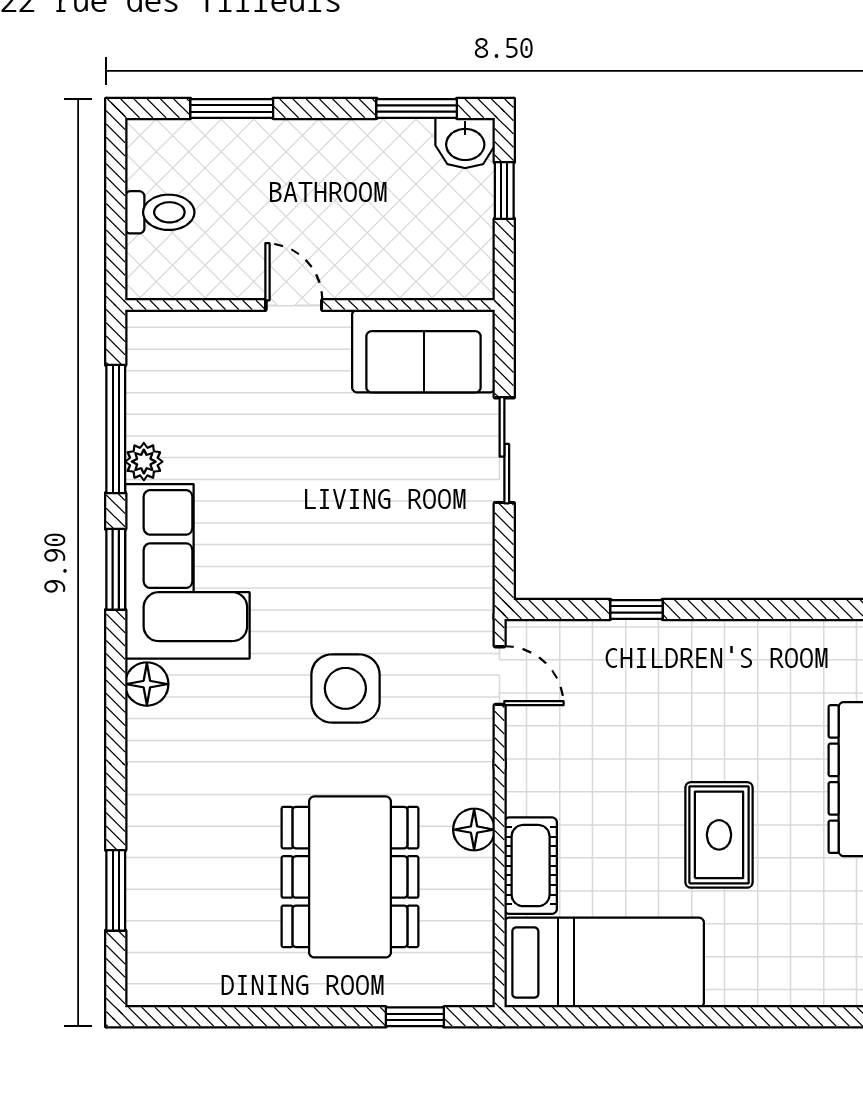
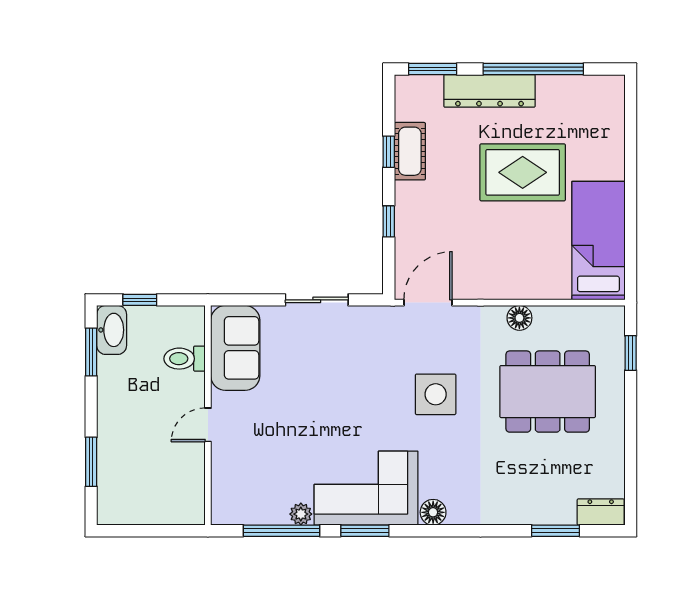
washbasin: (465, 143) -> (112, 330), width x1.38
toilet: (160, 212) -> (185, 359), moved, turned -90
sliding door: (504, 450) -> (317, 300), moved
window: (754, 609) -> (389, 152), added
door: (500, 676) -> (428, 303), width x1.38
rug: (719, 835) -> (523, 172), width x1.36, depth x1.43
cot: (531, 866) -> (410, 151), moved, turned 90
dresser: (147, 966) -> (601, 512), added

